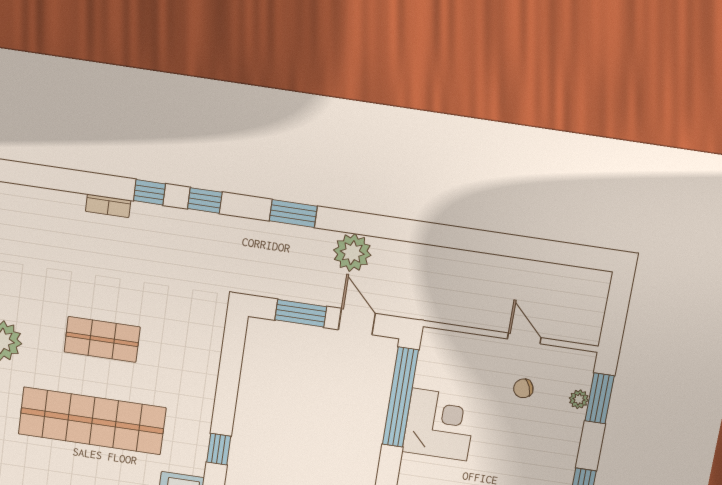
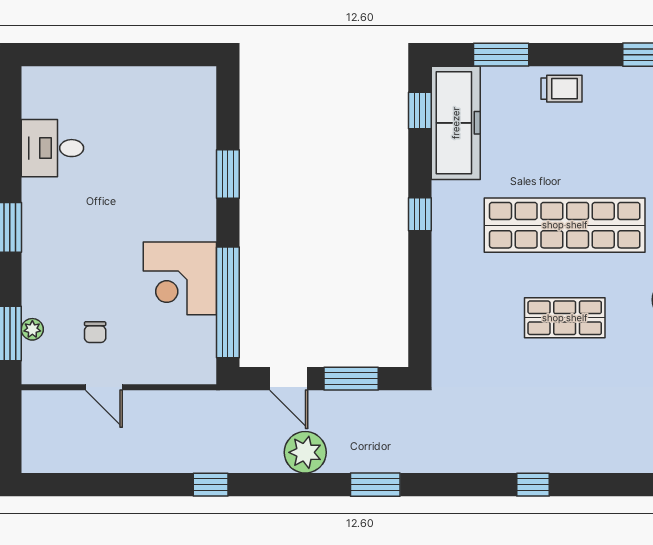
window: (205, 200) -> (211, 485), moved
bookcase: (108, 206) -> (576, 464), removed
chair: (523, 388) -> (95, 332), turned 112

